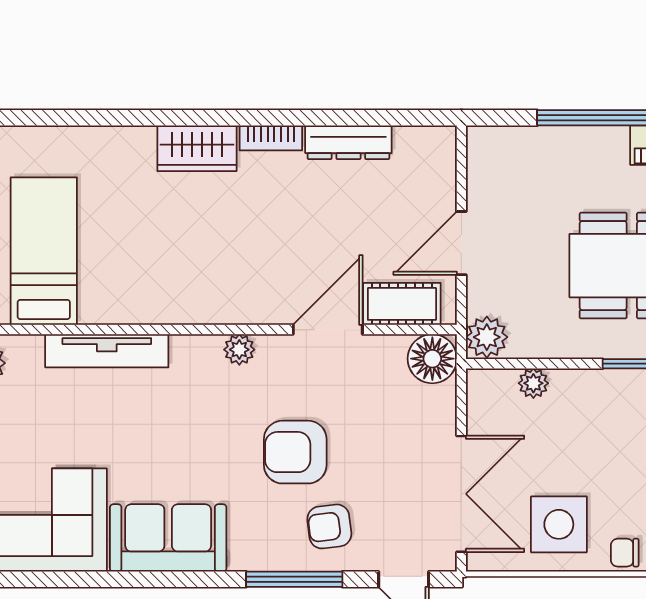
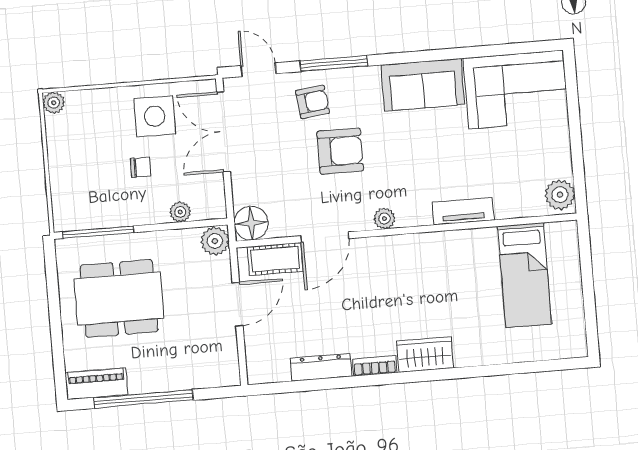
tv unit: (107, 351) -> (463, 211), width x0.71
chair: (625, 553) -> (141, 167), moved

